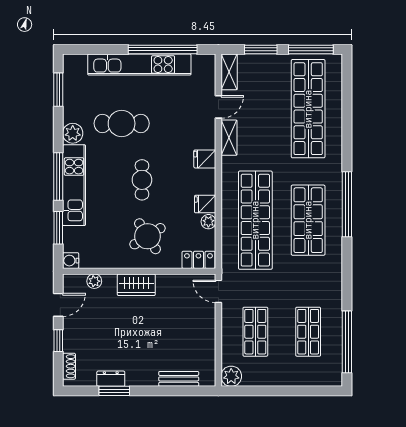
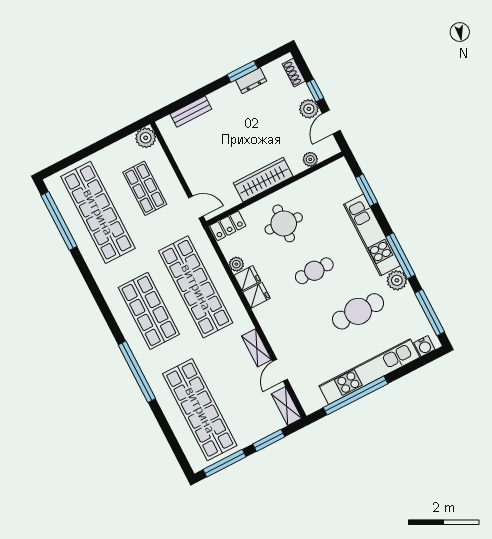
window: (58, 90) -> (430, 312), width x1.44
fridge: (205, 159) -> (256, 295), moved
window: (58, 176) -> (400, 256), moved
cafe table: (142, 180) -> (314, 271), turned 90
window: (347, 204) -> (137, 372), moved
round table: (147, 236) -> (284, 223), turned 36
water cooler: (71, 261) -> (424, 346), moved, turned 90
wardrobe: (136, 285) -> (263, 180), width x1.50
plant: (72, 327) -> (309, 109), added
shop shelf: (308, 332) -> (98, 212), width x2.00, depth x1.36

